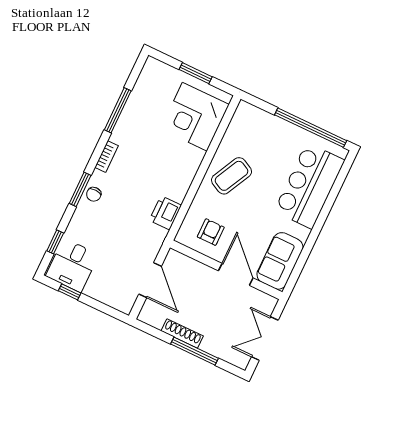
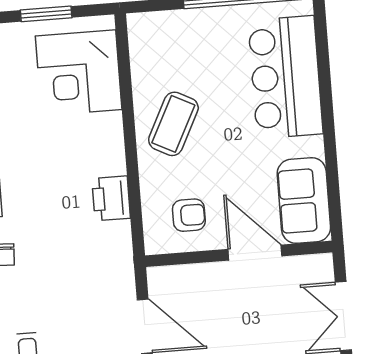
printer: (165, 213) -> (111, 198), moved
armchair: (211, 232) -> (189, 215), turned 90

